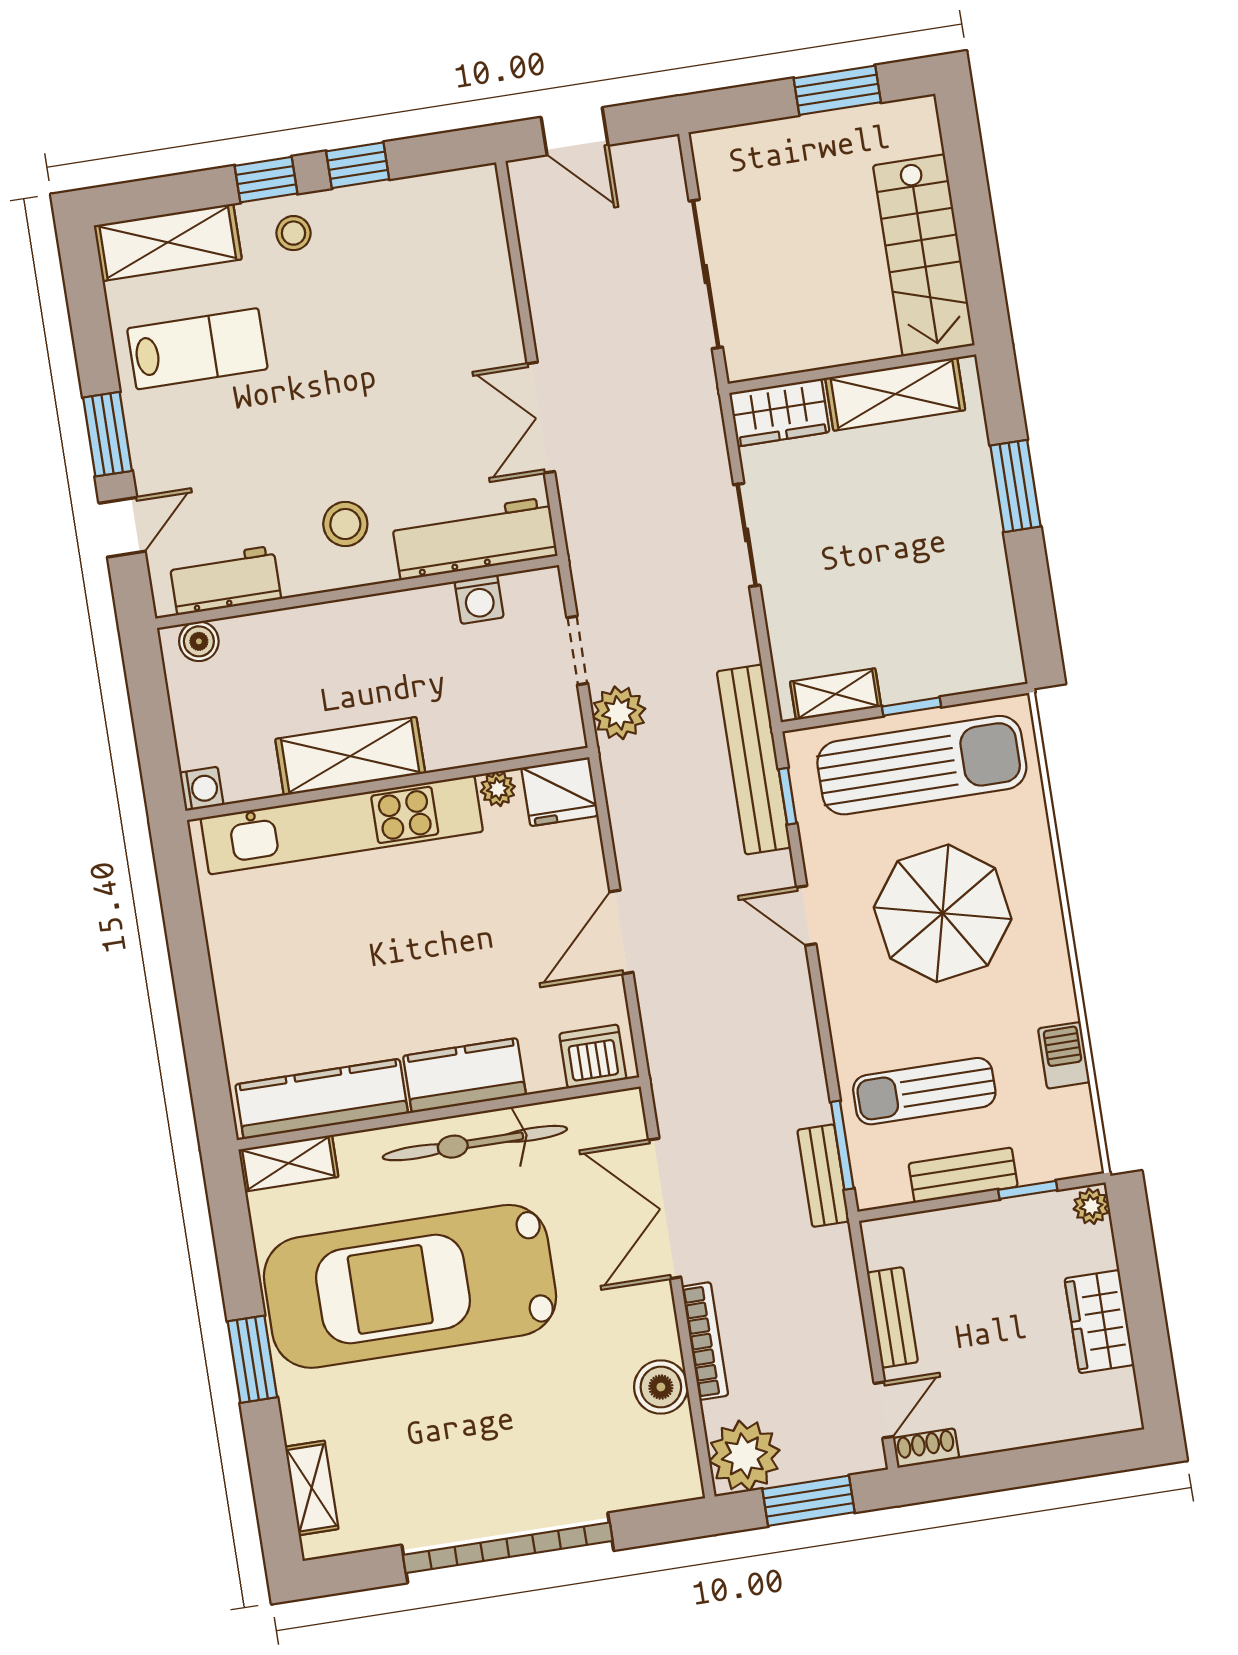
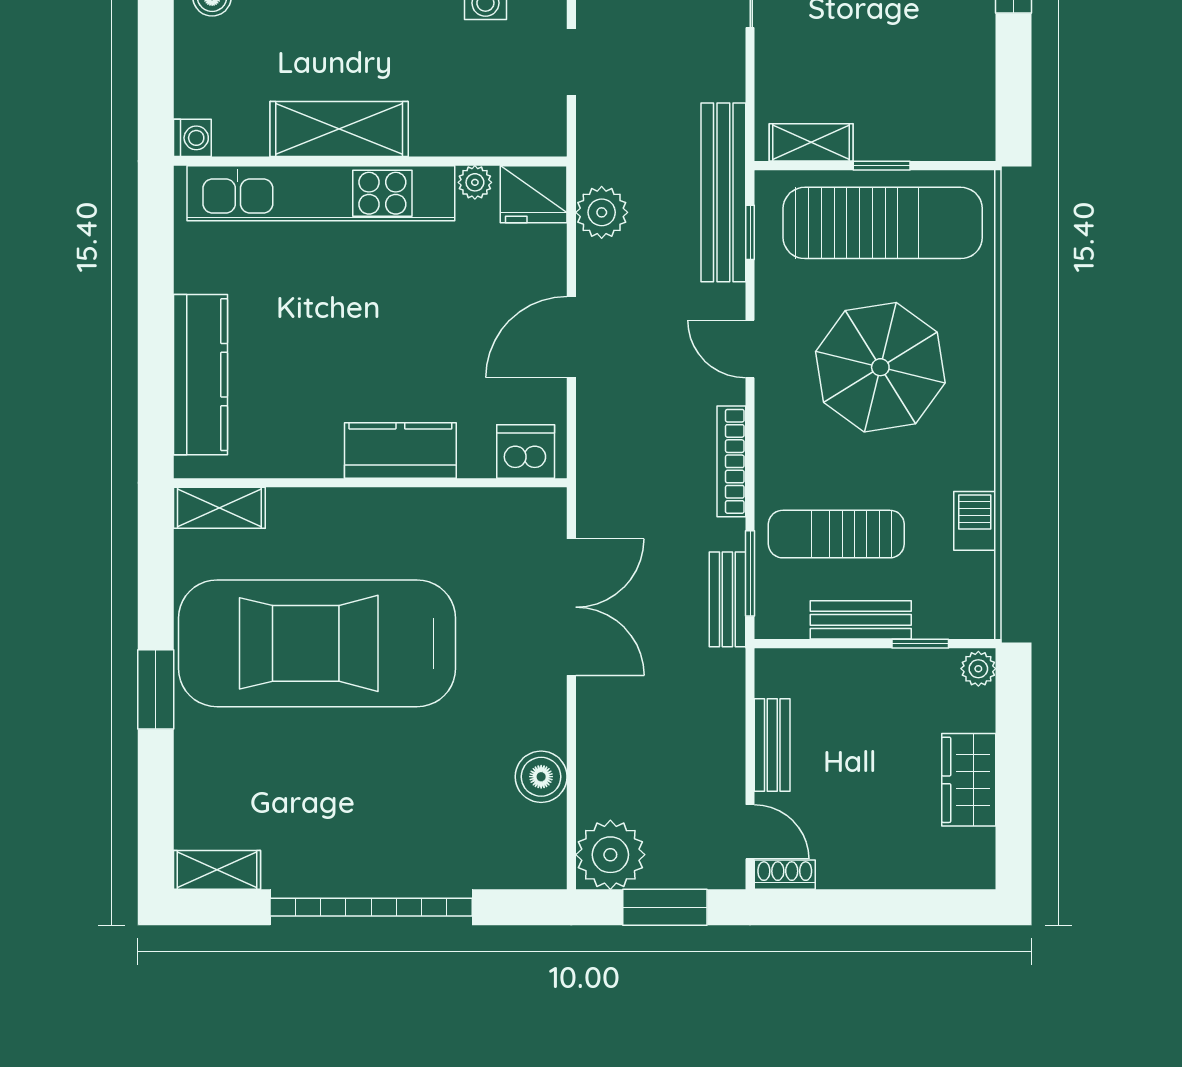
plant: (619, 713) -> (602, 212), moved
kitchen counter: (322, 1099) -> (200, 375), moved, turned 90
bicycle: (475, 1143) -> (400, 516), removed
double door: (665, 1208) -> (571, 607), swing flipped
bookcase: (705, 1341) -> (731, 461), moved, turned 180
door: (884, 1410) -> (750, 832), hinge flipped
shelving: (312, 1488) -> (217, 870), moved, turned 90

